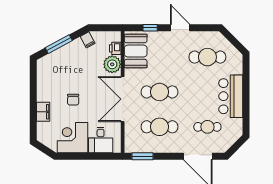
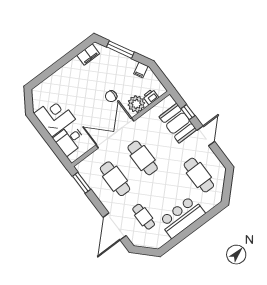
booth: (136, 51) -> (178, 123), moved, turned 90
chair: (73, 100) -> (111, 96), moved
filing cabinet: (43, 112) -> (88, 54), moved

